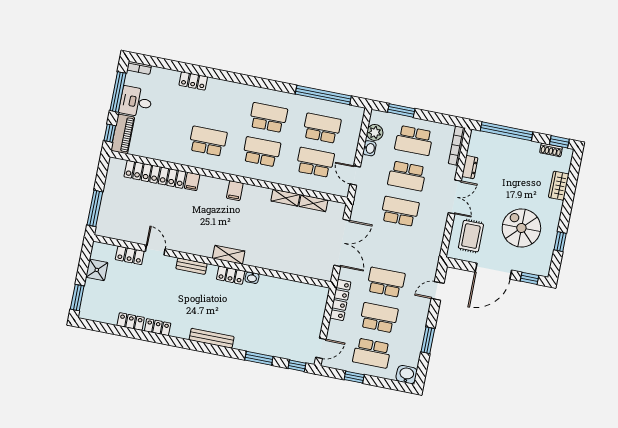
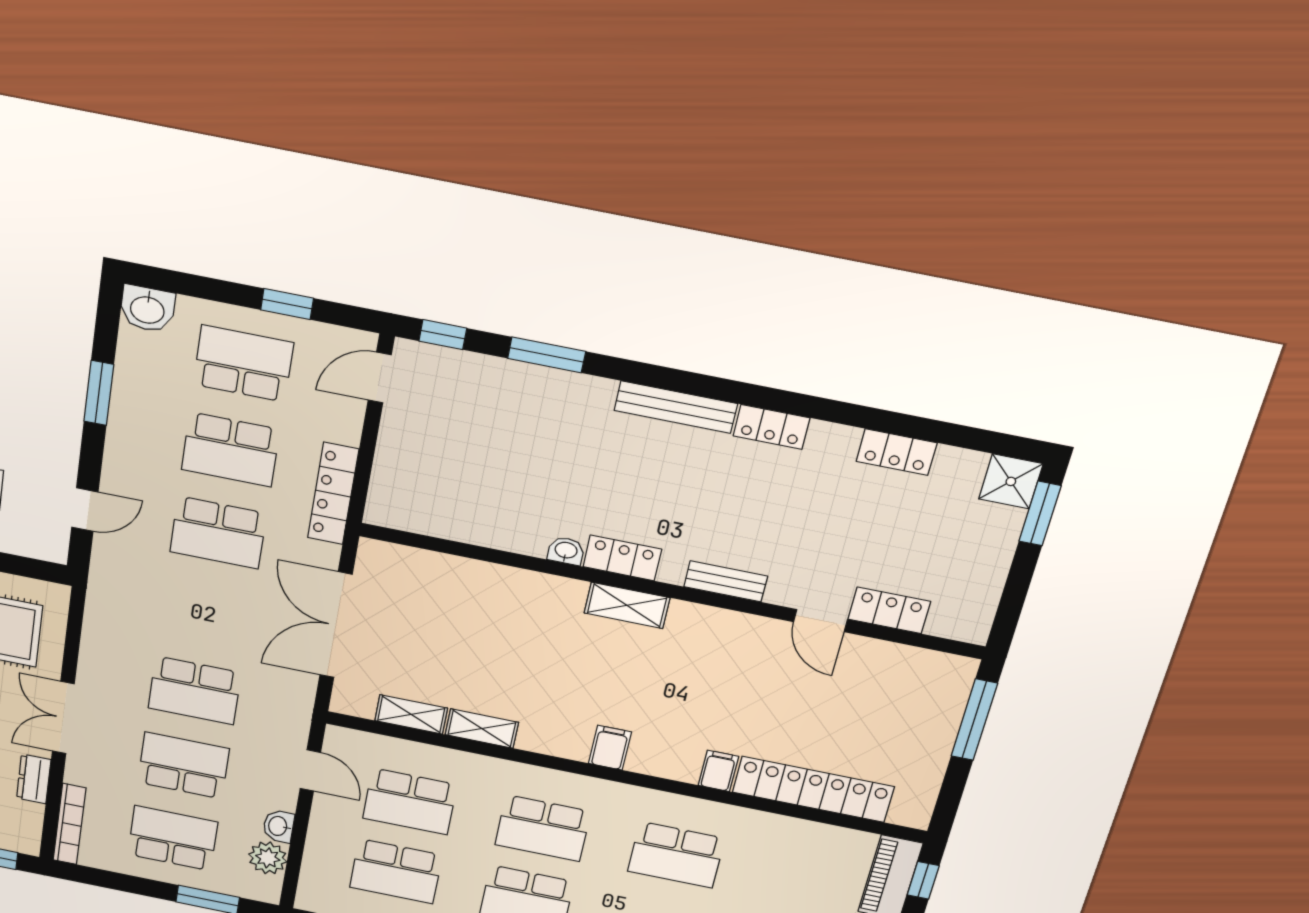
shower: (97, 270) -> (1011, 481), moved
locker: (158, 327) -> (771, 427), moved

